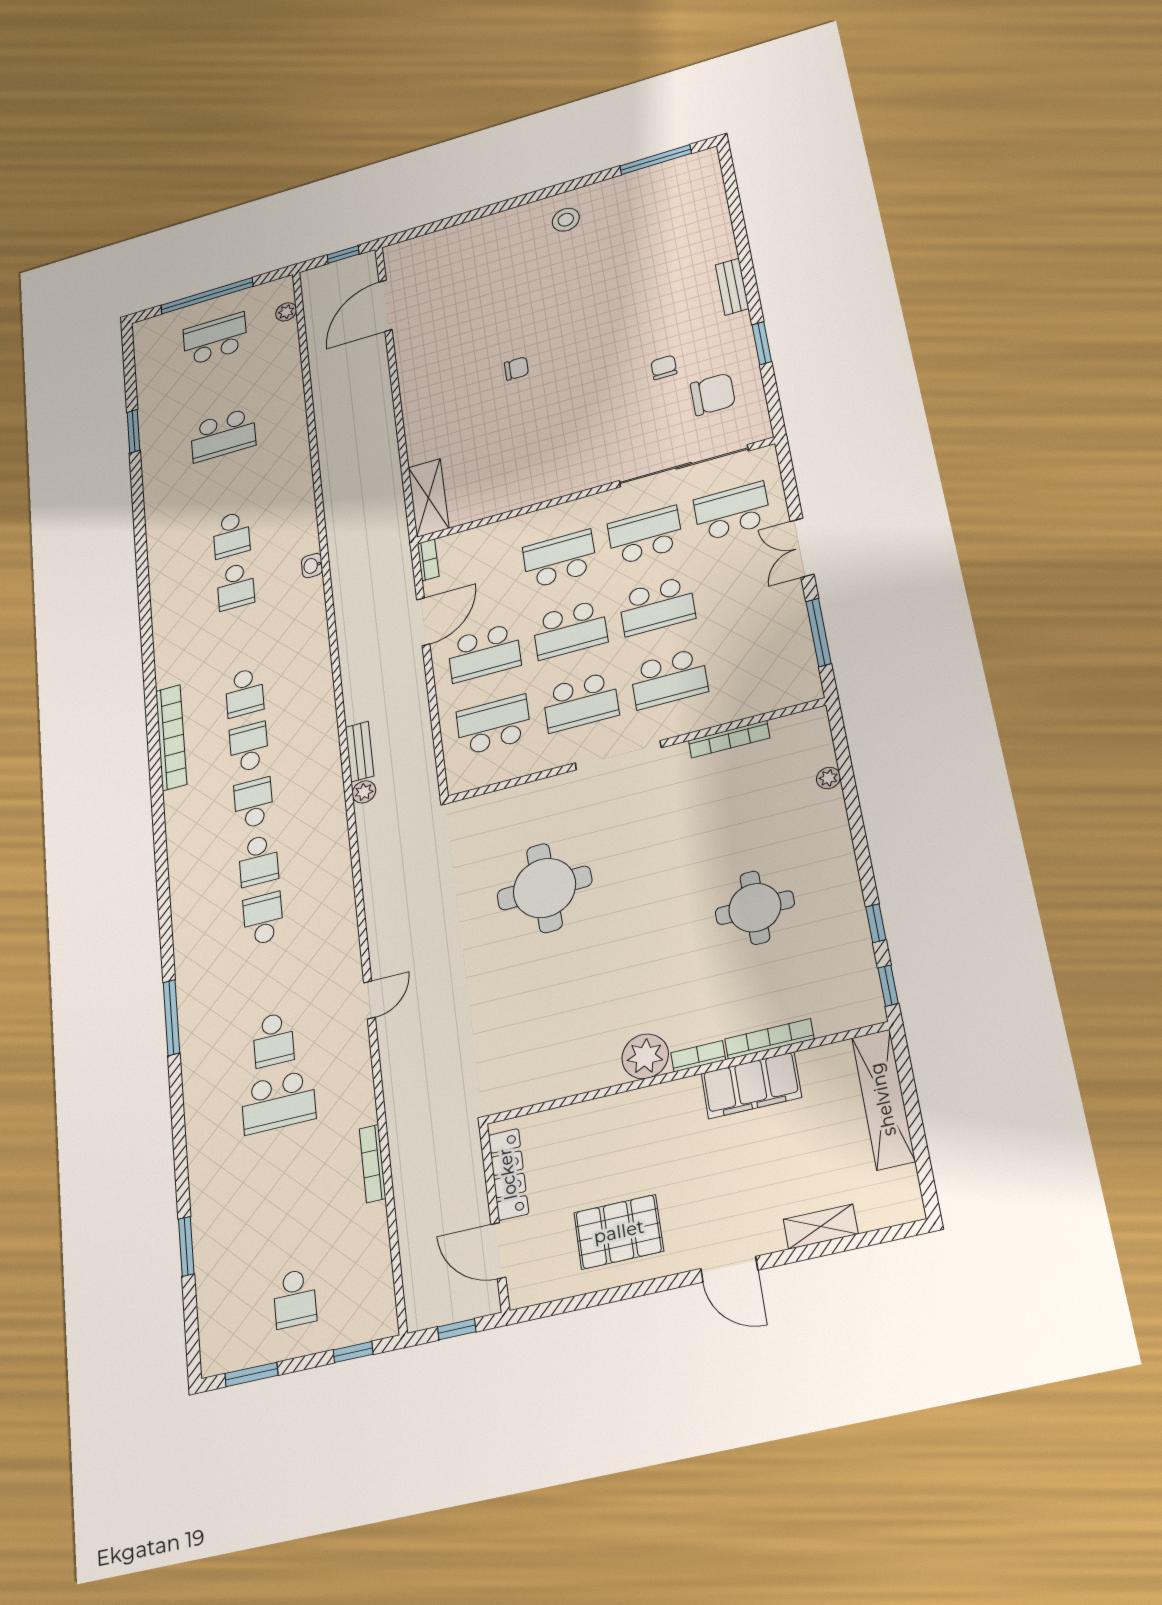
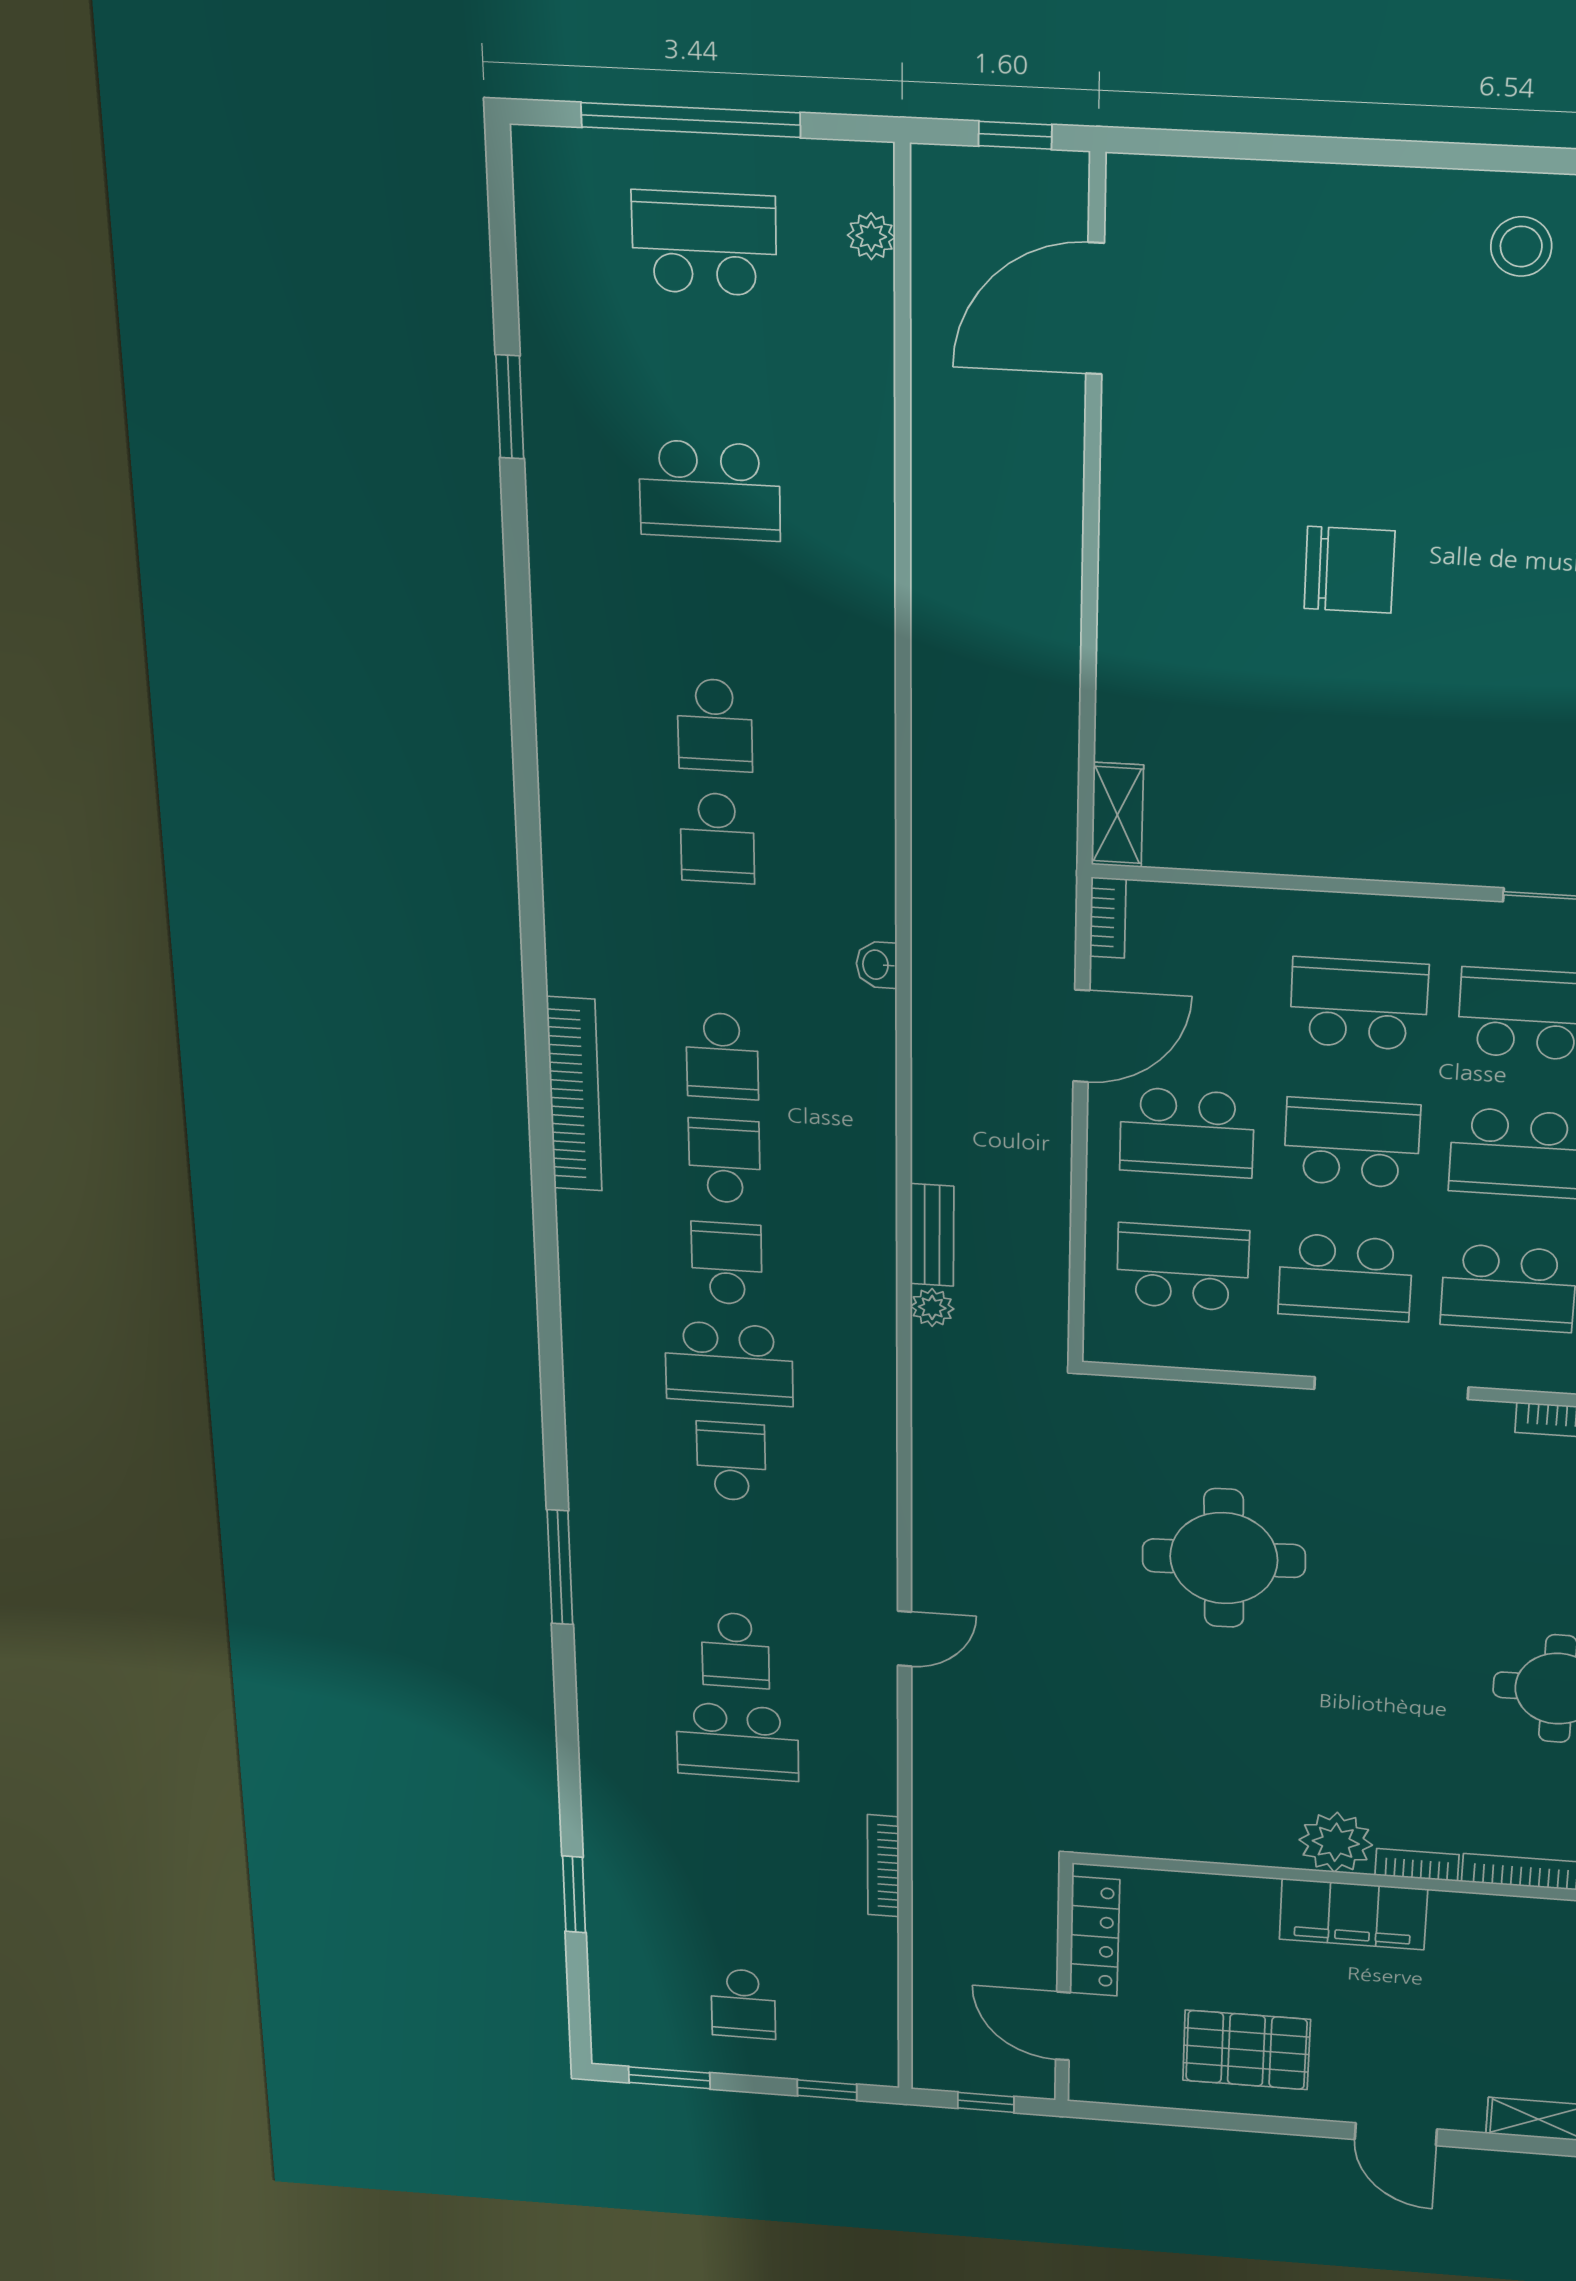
chair: (516, 369) -> (1349, 570), width x1.87, depth x1.87
shelving: (428, 498) -> (1117, 815), width x0.67, depth x0.75
washbasin: (312, 566) -> (877, 965), moved
school desk: (570, 630) -> (1352, 1143), turned 180
school desk: (258, 860) -> (729, 1363), width x1.85
filing cabinet: (751, 1085) -> (1353, 1914), moved

